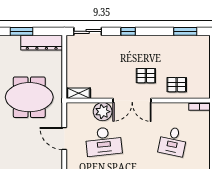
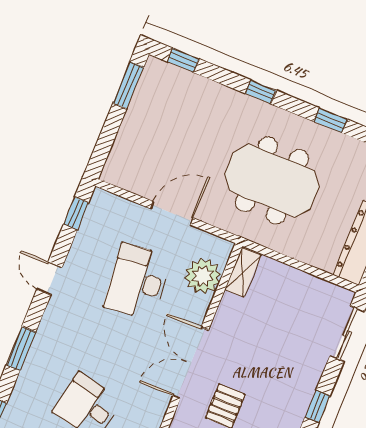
meeting table: (29, 97) -> (272, 181), turned 90
plant: (103, 112) -> (203, 276), moved

